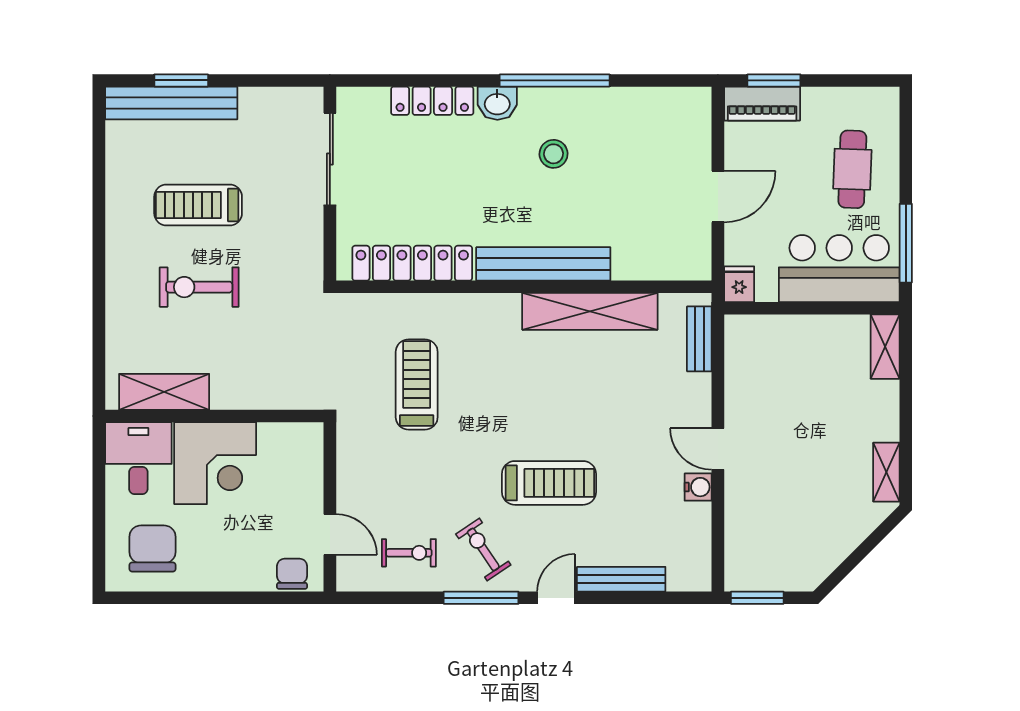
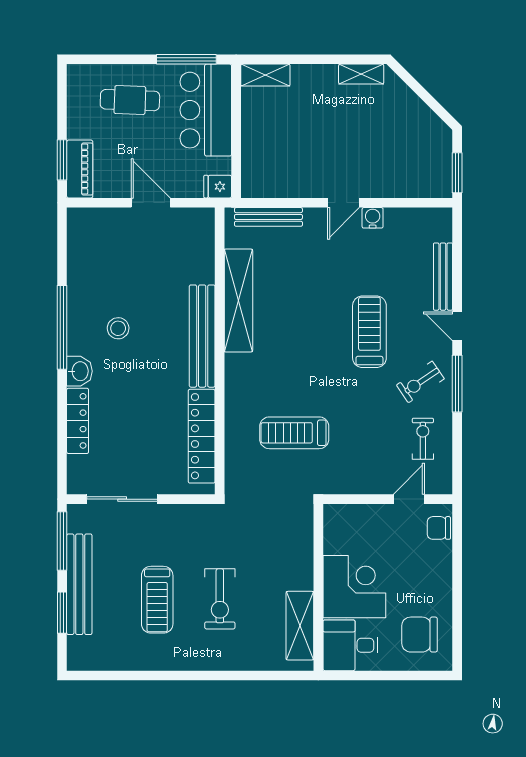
window: (275, 80) -> (62, 541), added
bench: (171, 103) -> (79, 584), moved
bench: (699, 339) -> (268, 217), width x1.36

